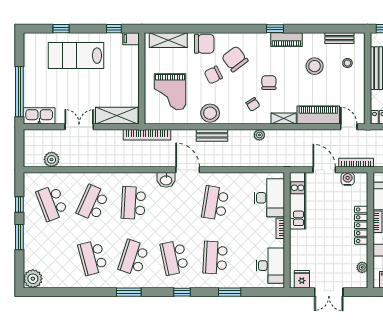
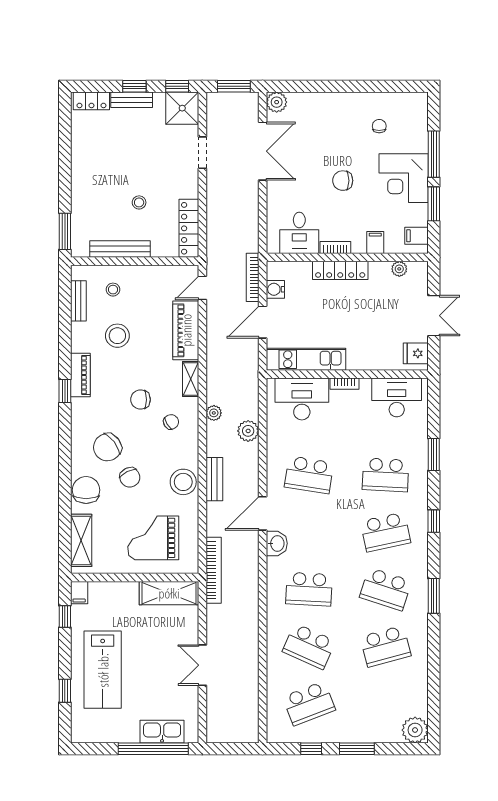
grand piano: (170, 92) -> (153, 538), turned 180
kitchen sink: (39, 116) -> (162, 732), moved, turned 90
shelving: (117, 116) -> (169, 593), moved, turned 90
plant: (52, 159) -> (248, 431), moved

